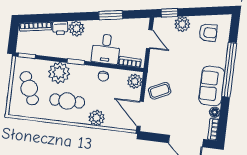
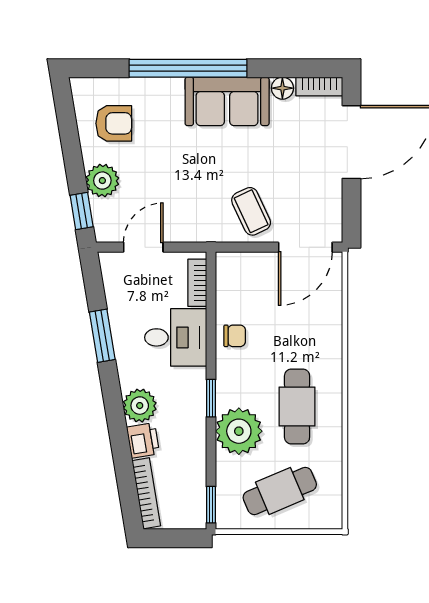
armchair: (208, 33) -> (114, 123), turned 90
plant: (135, 81) -> (237, 267), removed
plant: (97, 118) -> (325, 339), removed

